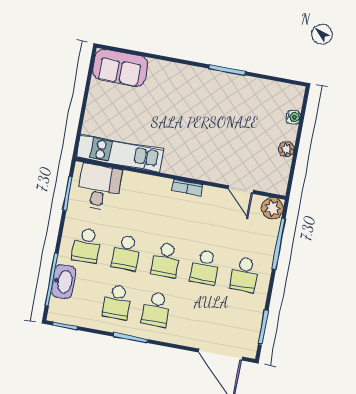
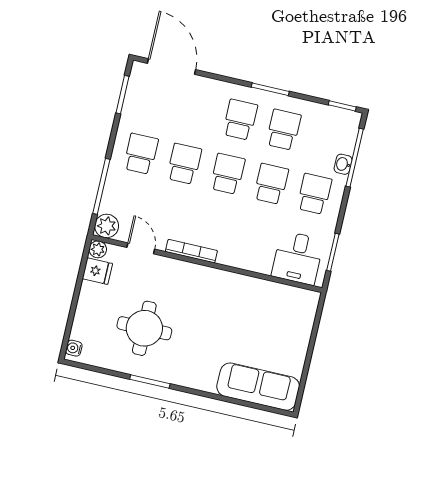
sofa: (120, 68) -> (258, 387), width x1.36
water cooler: (293, 117) -> (74, 348), moved
round table: (234, 118) -> (144, 328), added
plant: (286, 149) -> (98, 249), moved
kitchen unit: (120, 153) -> (273, 295), removed
fridge: (279, 167) -> (97, 271), added
bookcase: (187, 188) -> (191, 251), width x1.56
washbasin: (64, 282) -> (343, 164), width x0.52, depth x0.69

